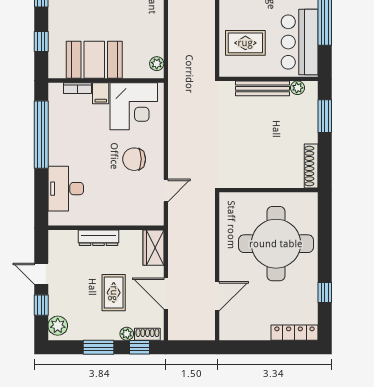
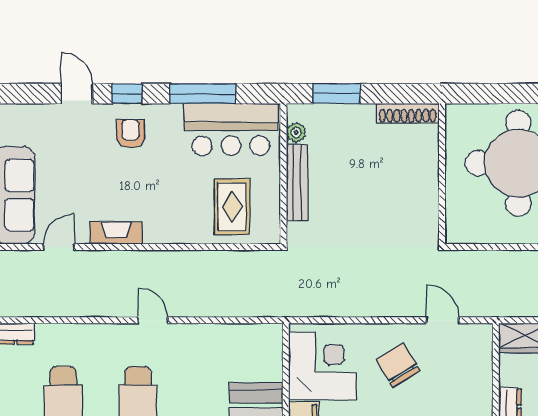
plant: (157, 64) -> (262, 333), removed
chair: (134, 159) -> (398, 365), turned 149

